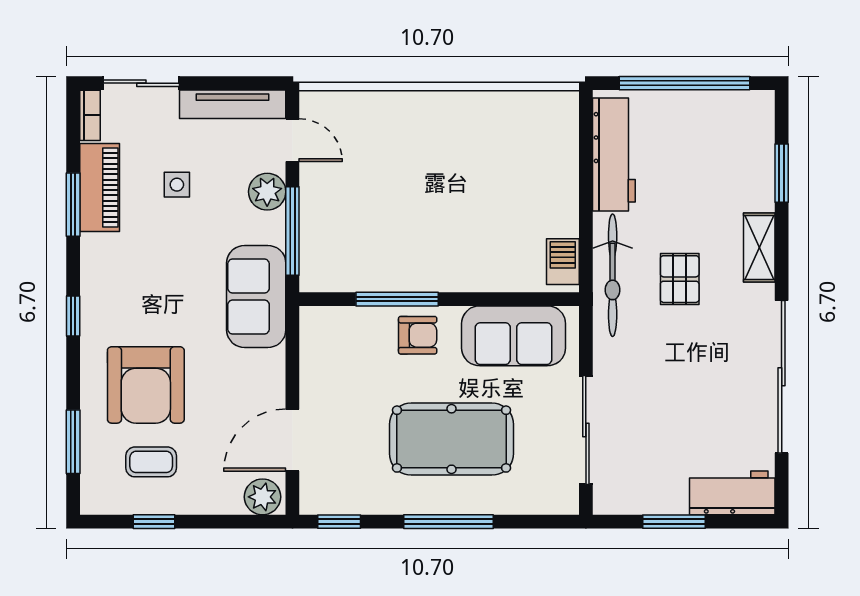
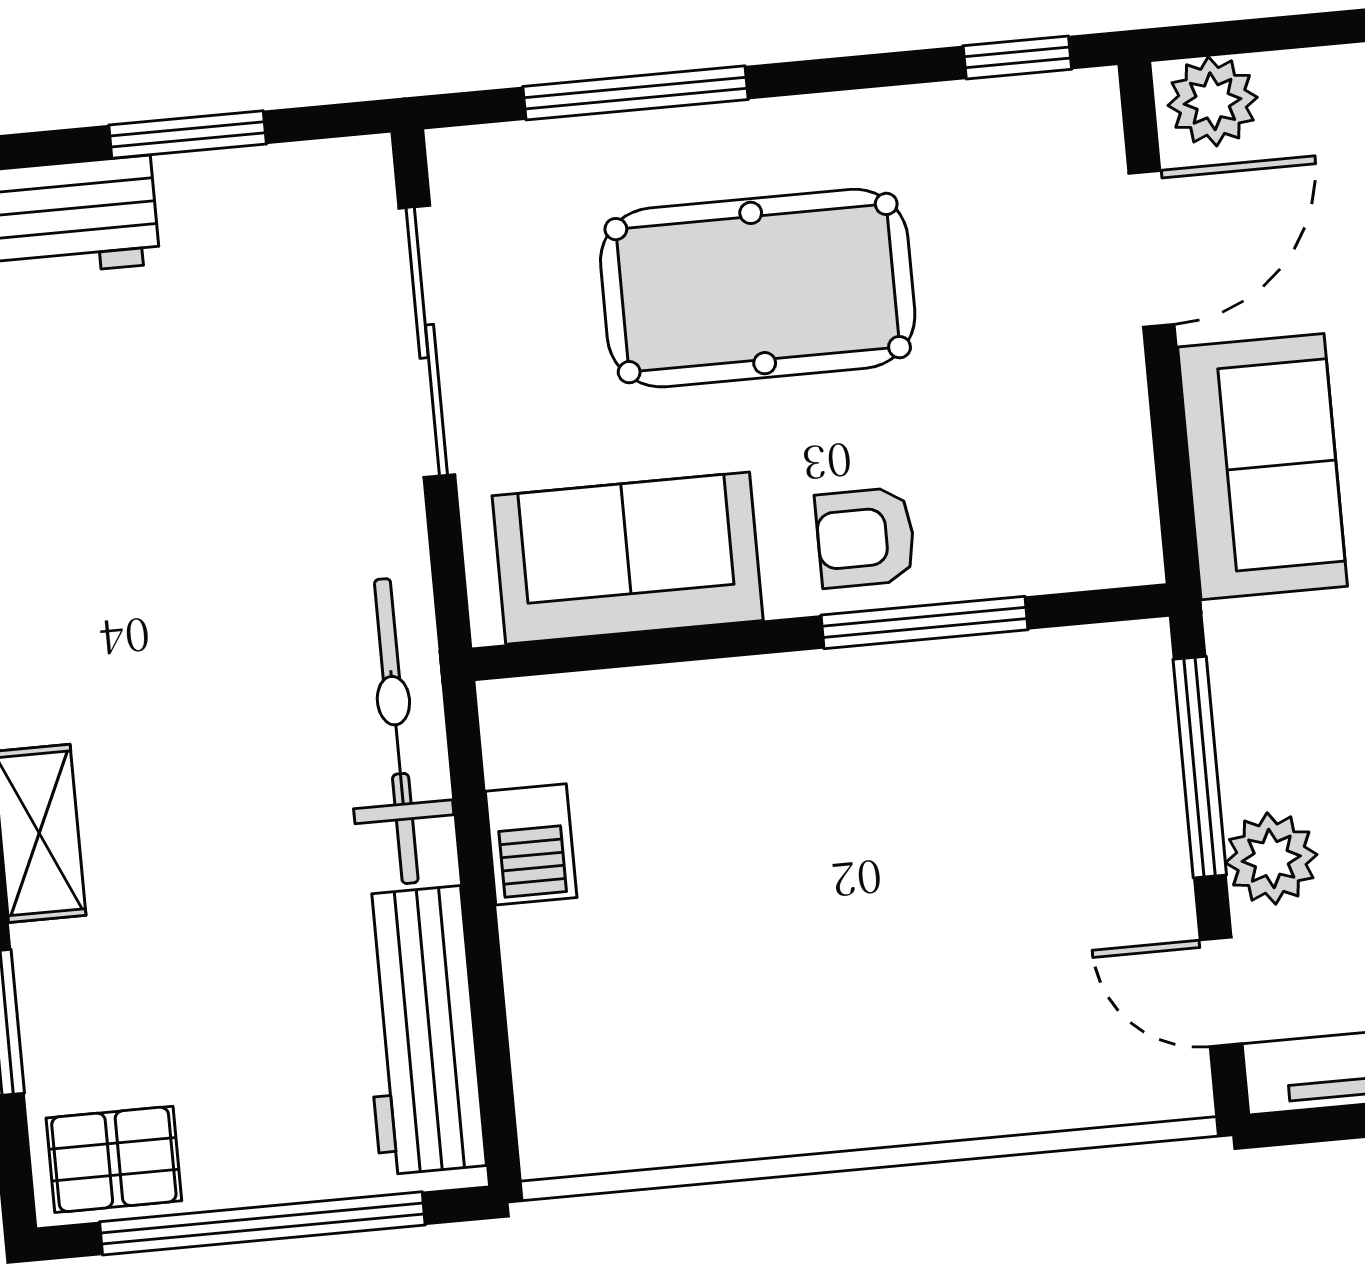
barbecue: (563, 262) -> (531, 844), moved
pallet: (680, 279) -> (114, 1159), moved, turned 90
sofa: (256, 296) -> (1262, 467), moved
window: (449, 522) -> (636, 93), moved

